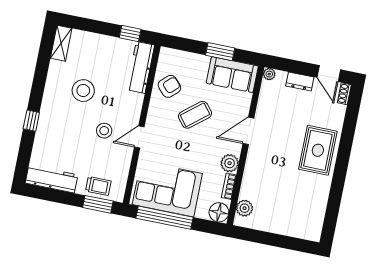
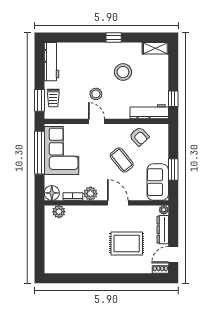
dresser: (300, 82) -> (163, 230), width x1.44
window: (31, 121) -> (114, 37), moved
rug: (318, 150) -> (127, 243), moved

